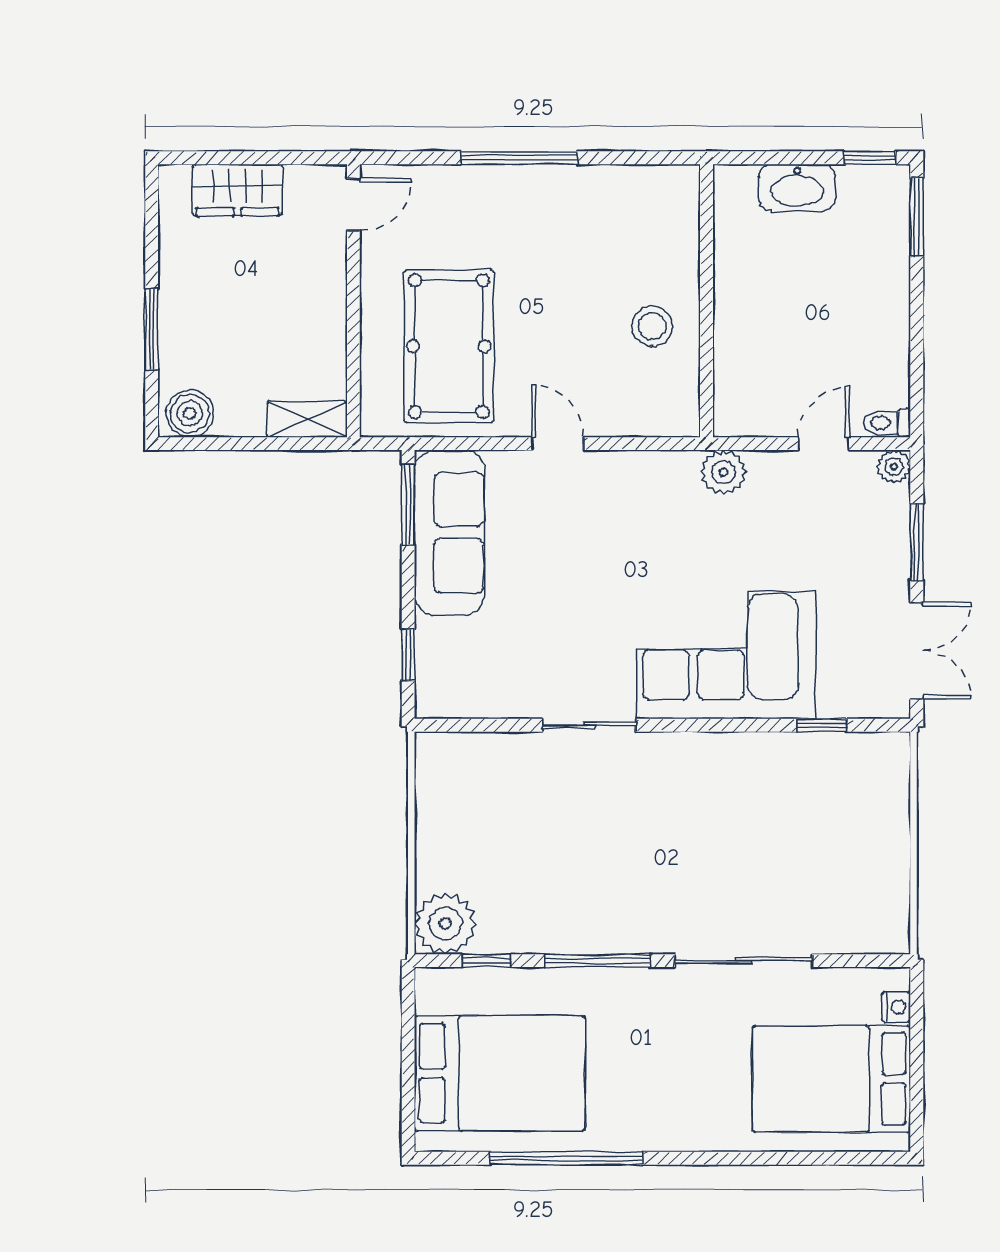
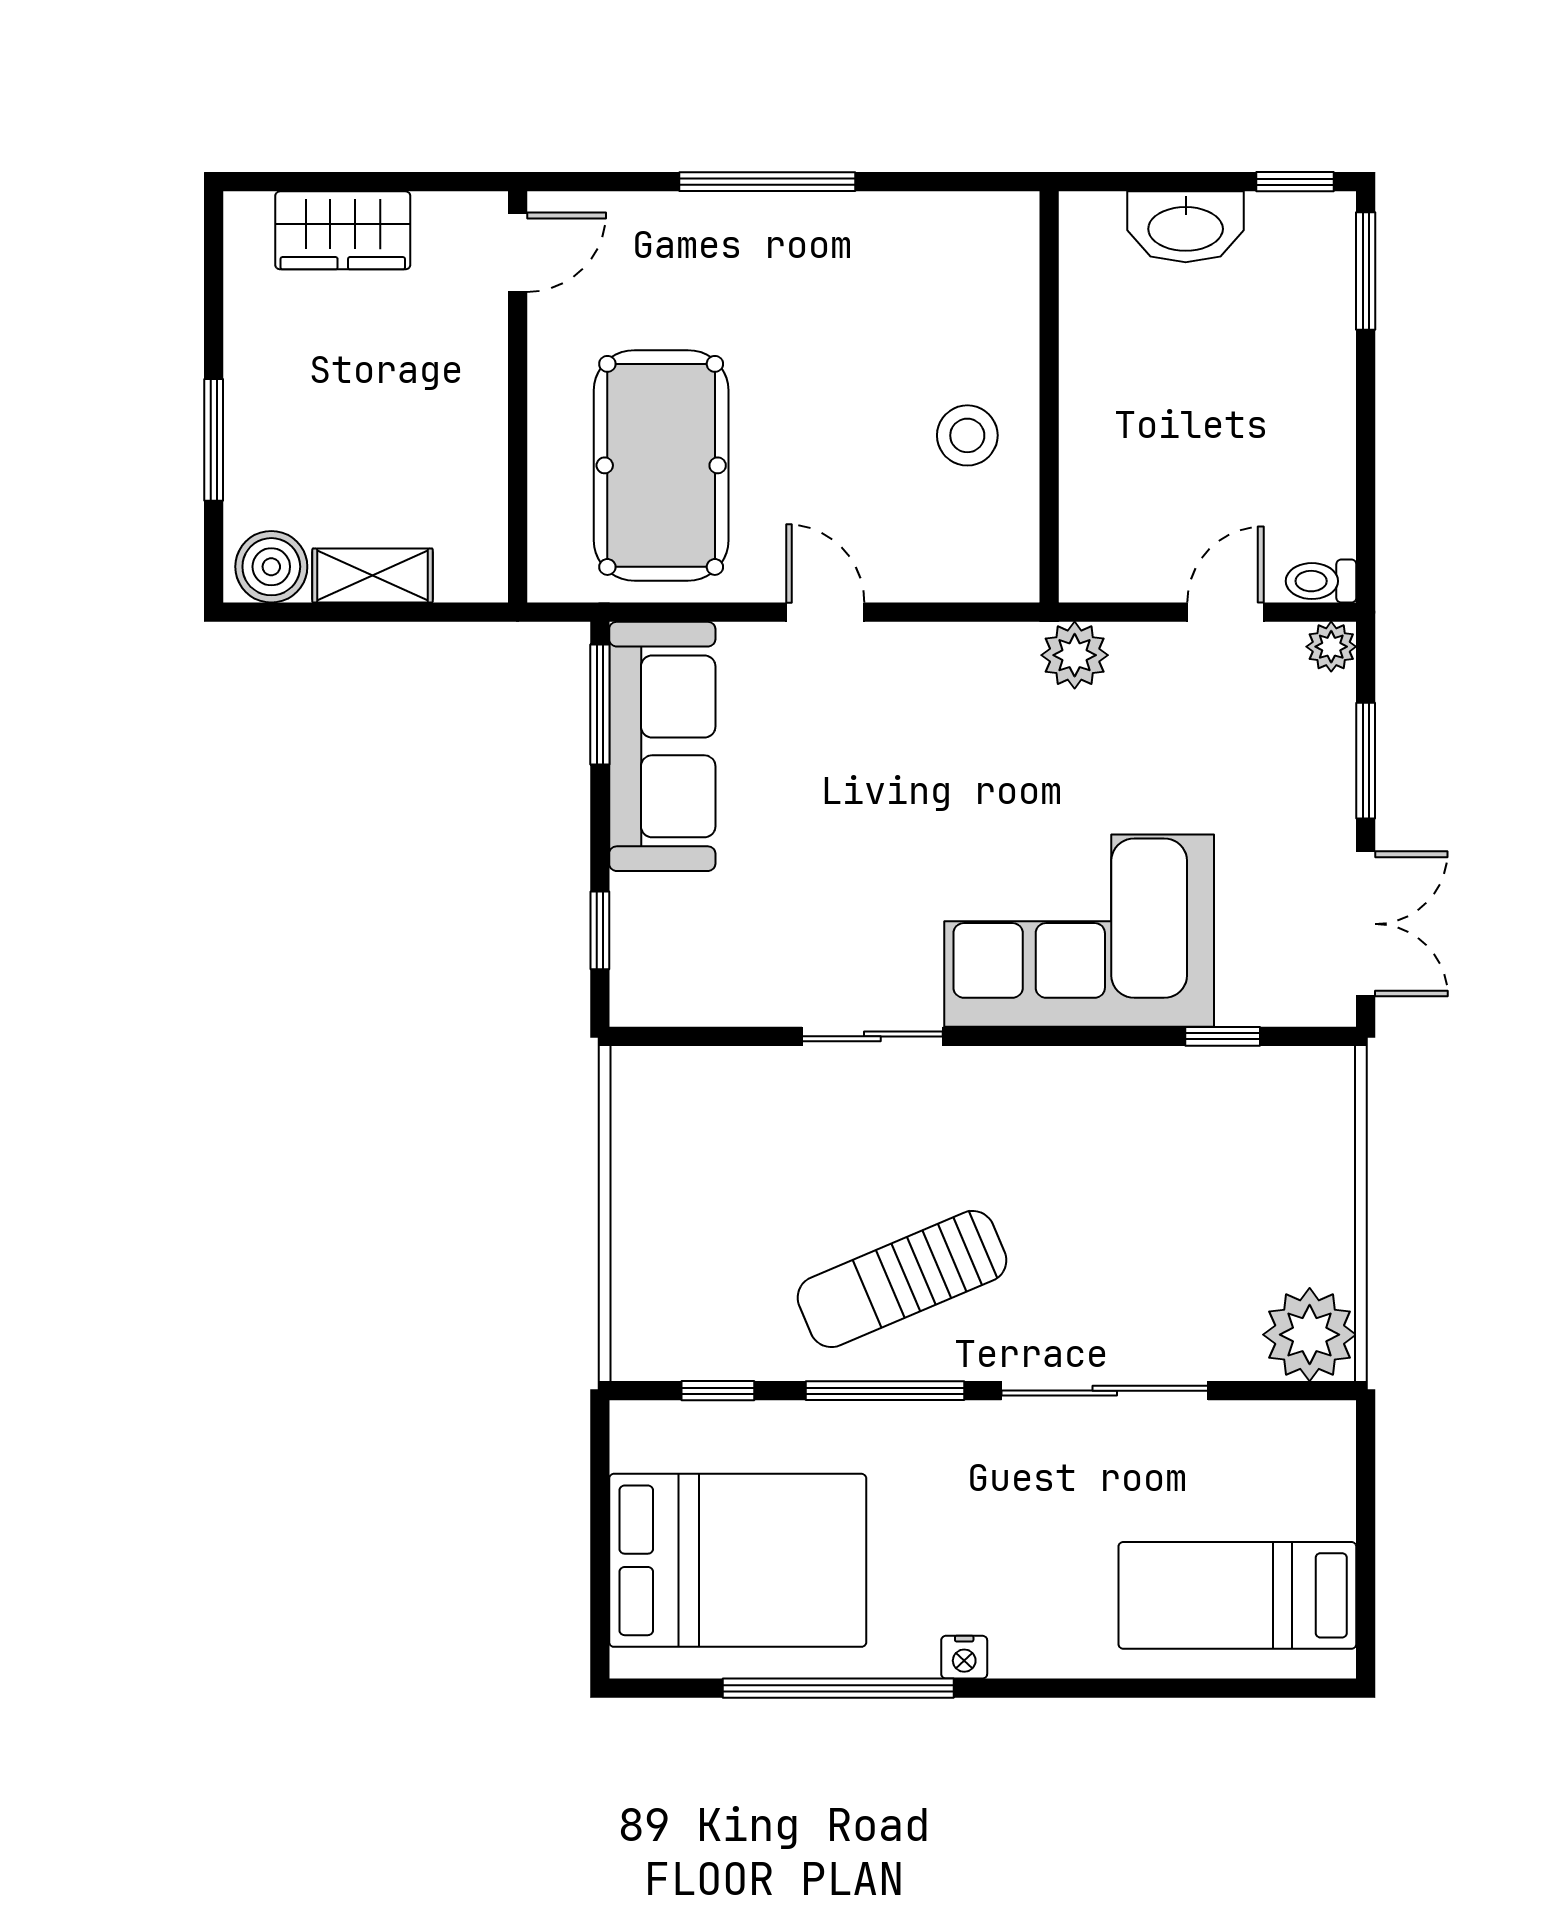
shelving: (307, 419) -> (372, 576), moved
sun lounger: (609, 886) -> (902, 1279), added
plant: (445, 923) -> (1310, 1335), moved
nightstand: (896, 1007) -> (964, 1657), moved, turned 90
bed: (831, 1079) -> (1237, 1595), width x0.67

